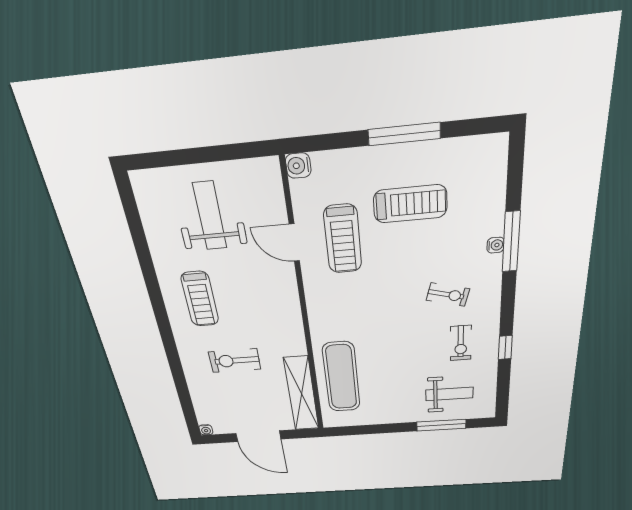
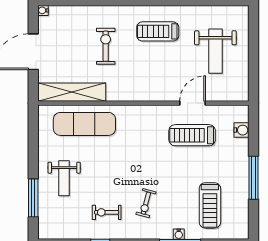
water cooler: (298, 166) -> (241, 130), moved, turned 90
treadmill: (410, 204) -> (210, 205), moved
weight bench: (210, 216) -> (215, 51), turned 90
weight bench: (449, 394) -> (64, 178), moved

